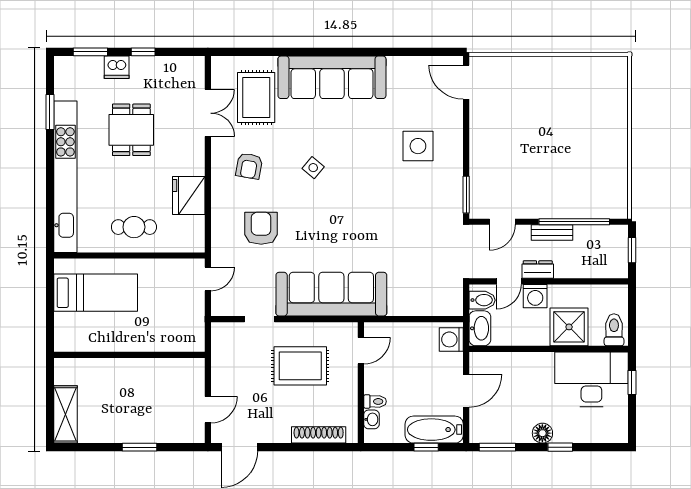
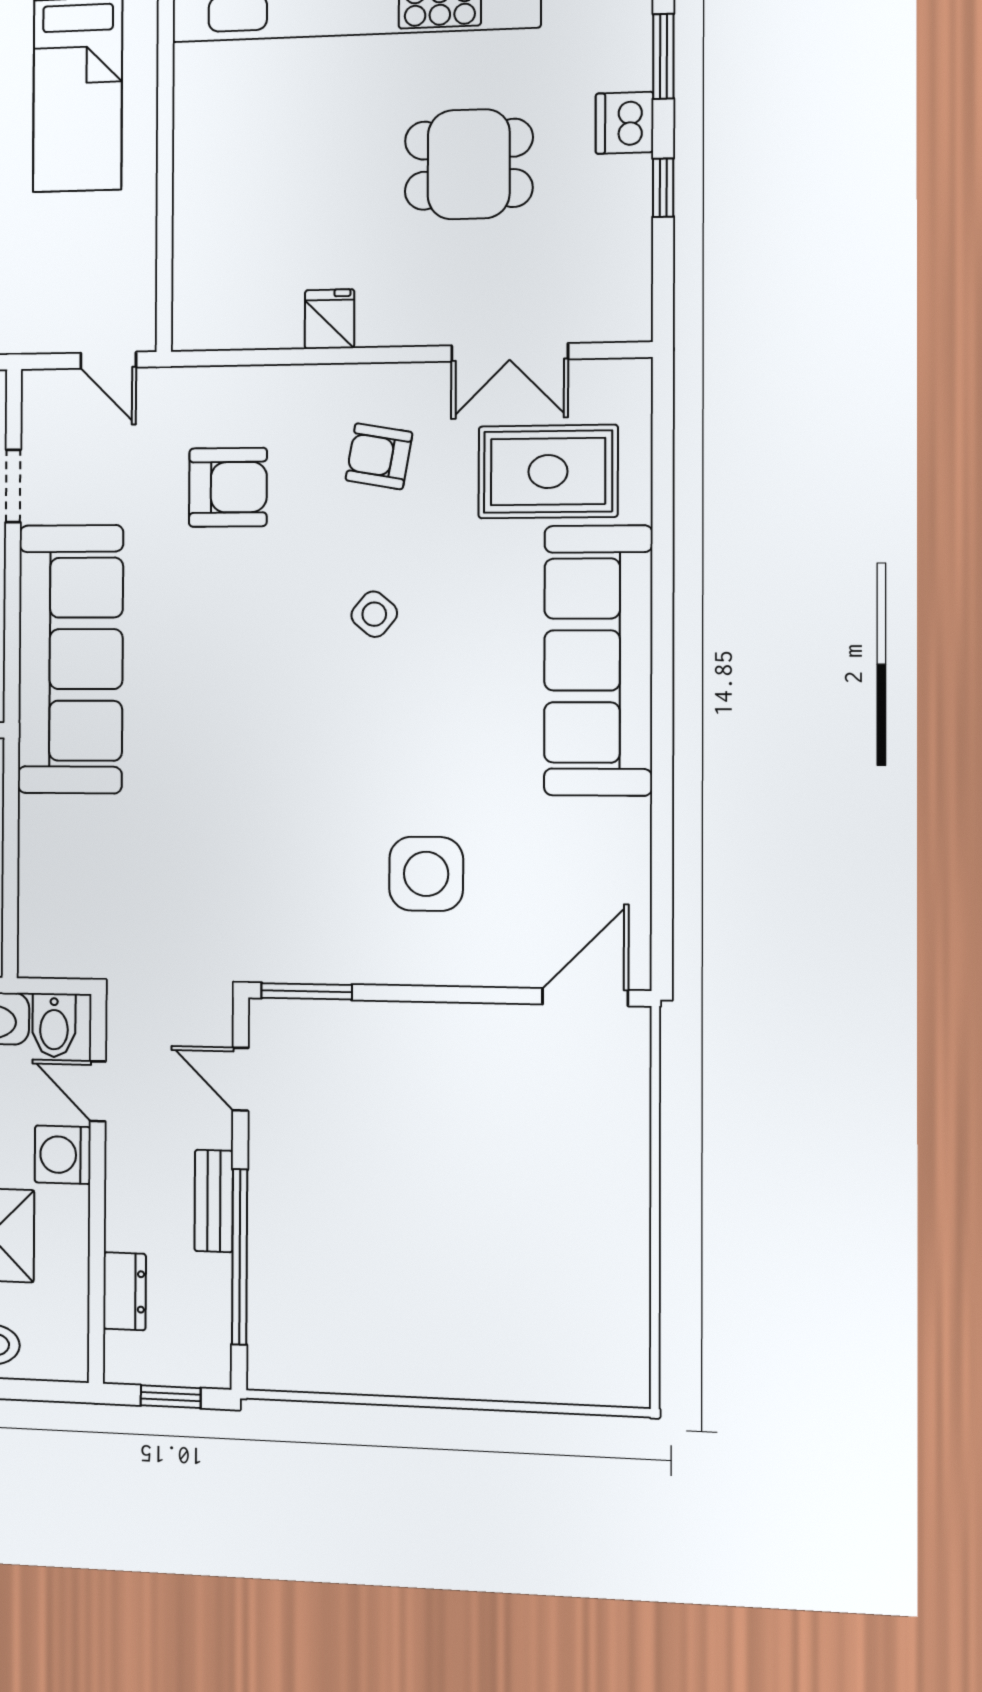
fridge: (189, 195) -> (330, 319), width x0.53, depth x0.75
cafe table: (134, 227) -> (233, 178), removed
dresser: (538, 270) -> (125, 1291), moved

